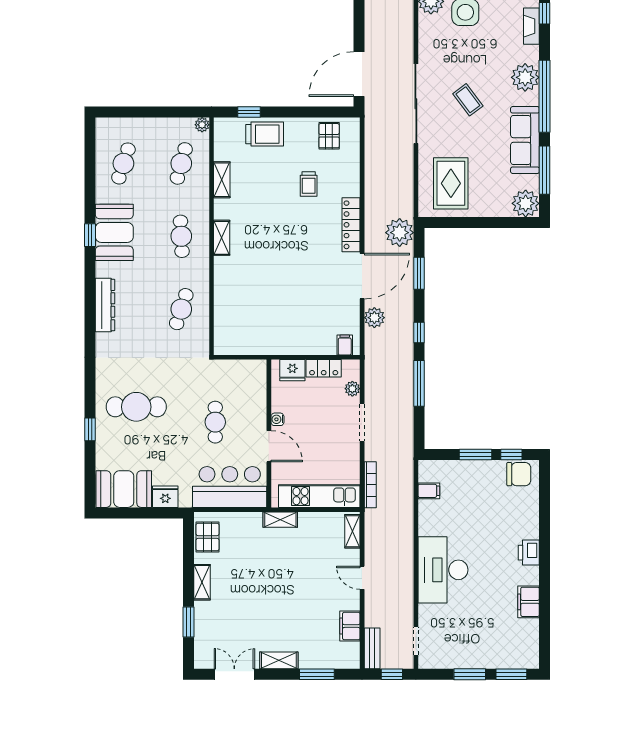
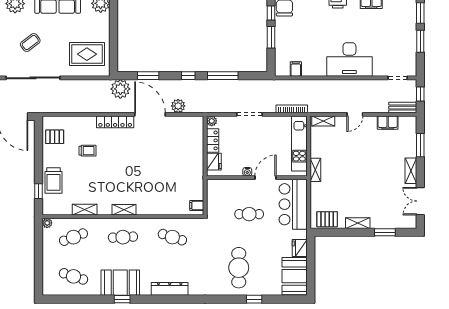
trolley: (265, 134) -> (54, 181), turned 180
cafe table: (181, 163) -> (73, 237), turned -36
filing cabinet: (345, 345) -> (197, 205), moved
plant: (352, 389) -> (212, 121), moved

